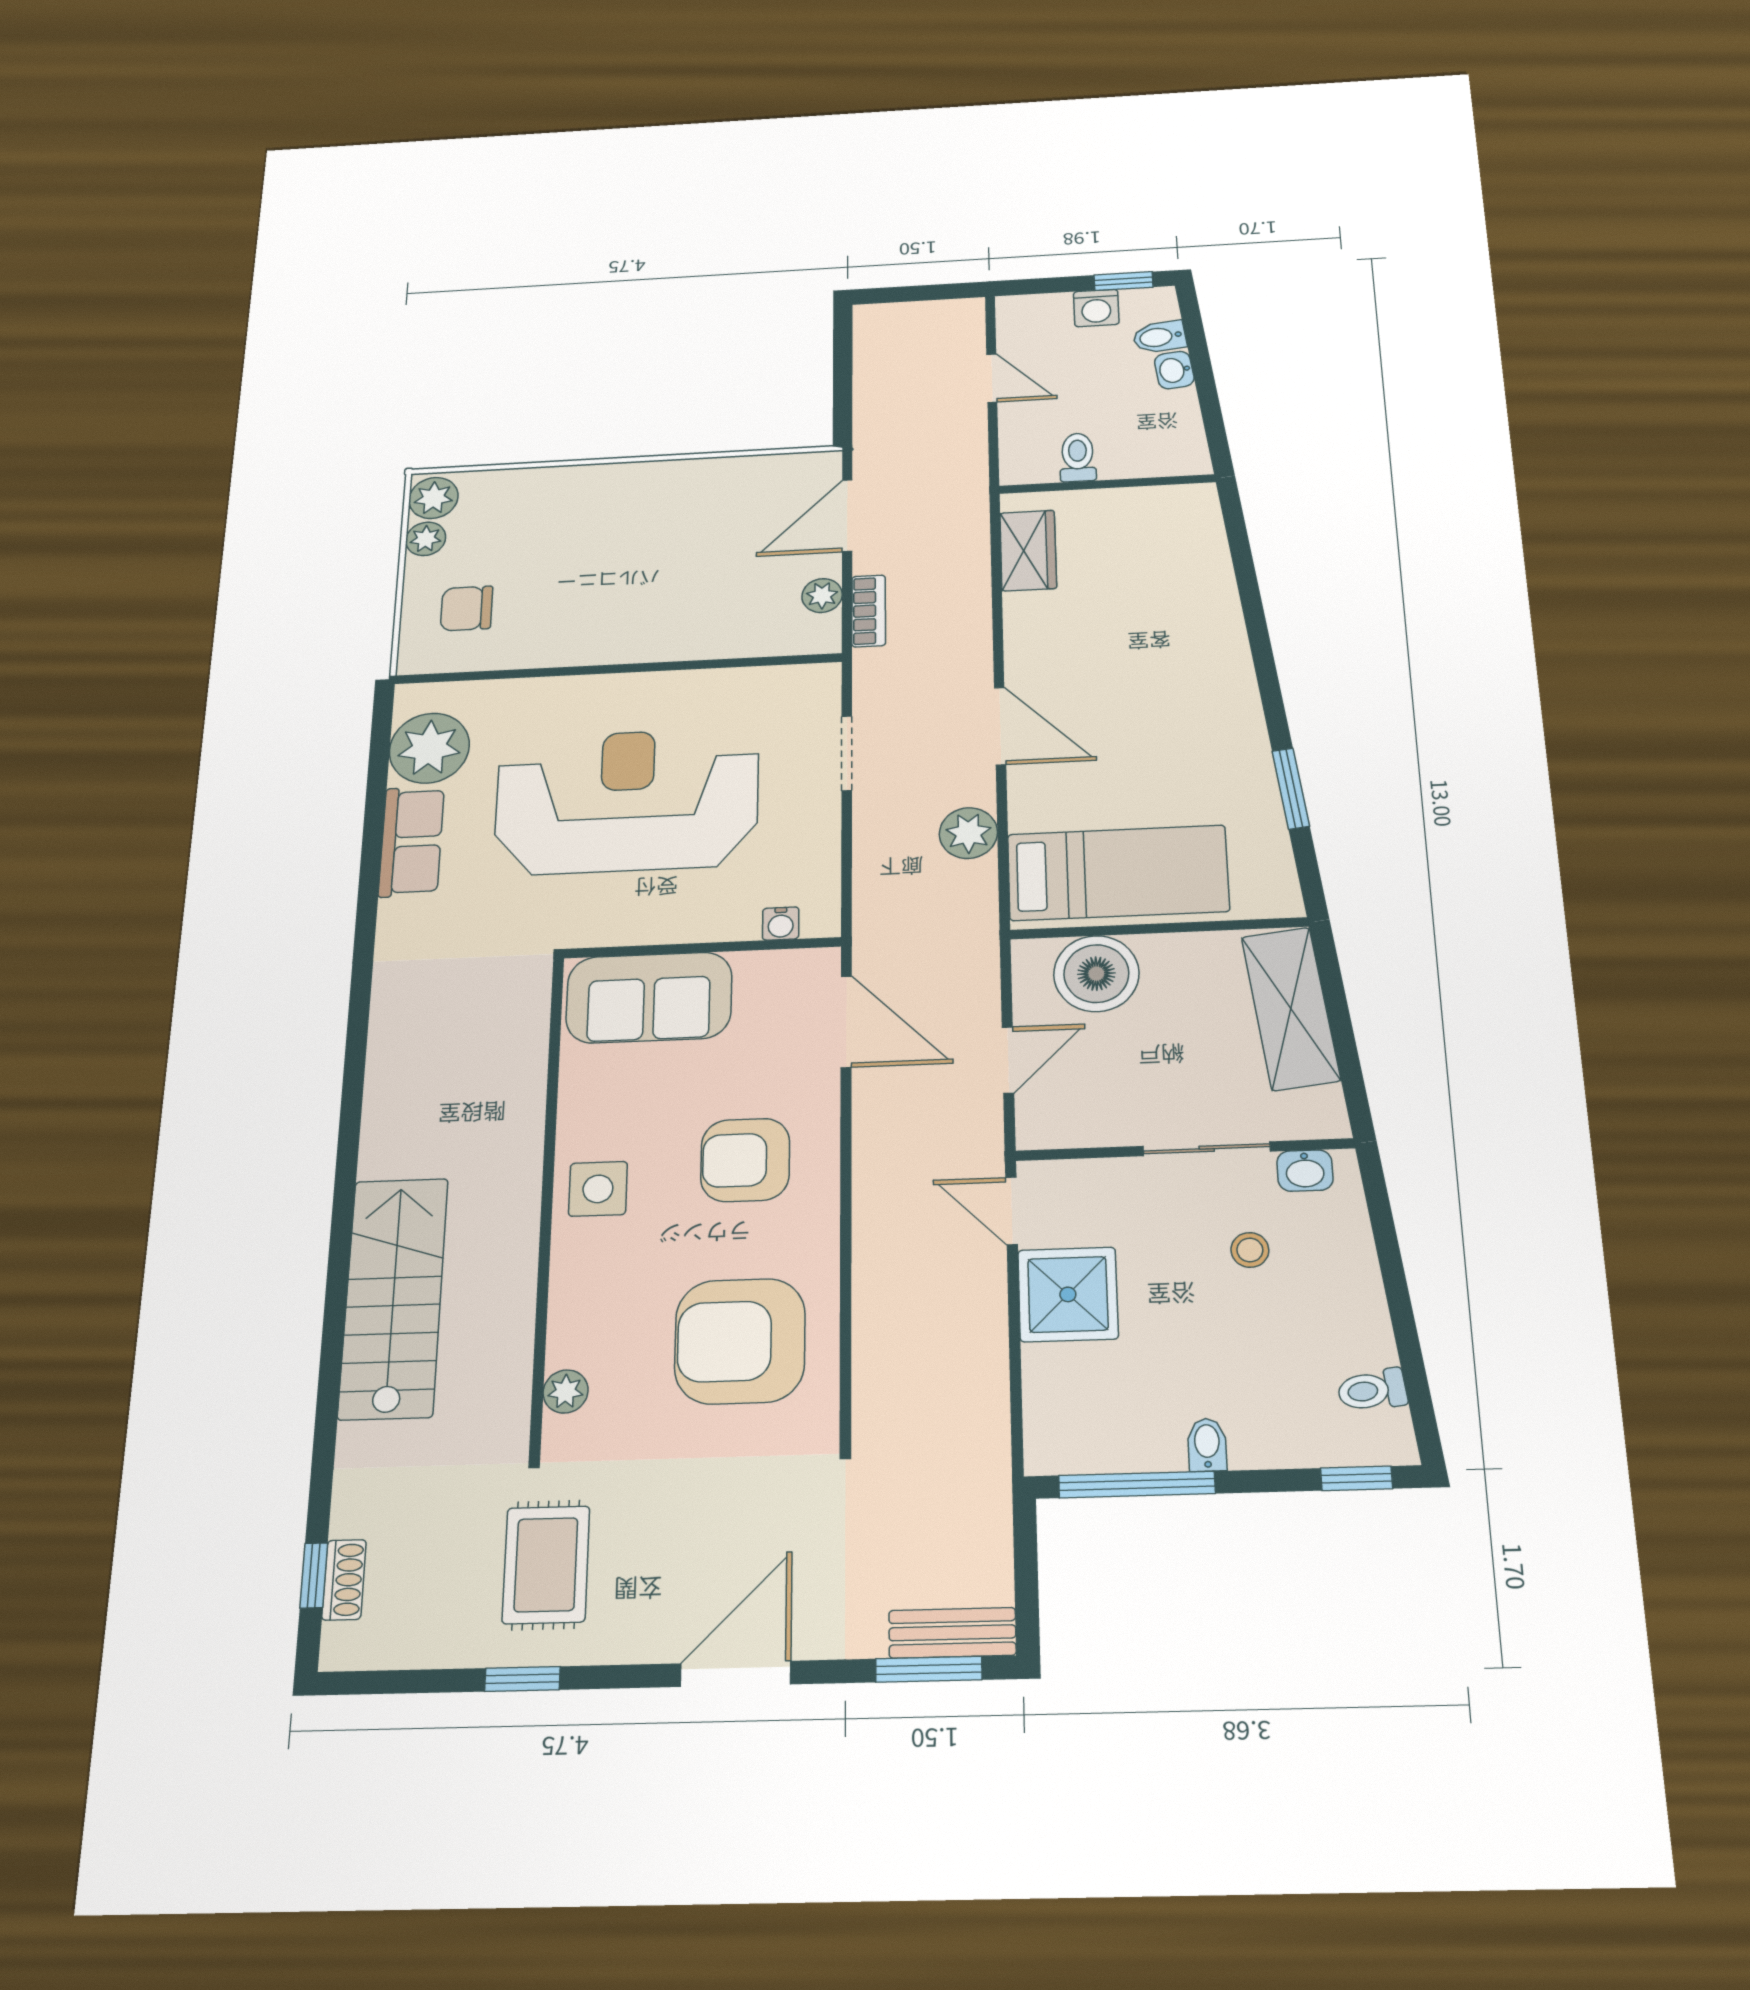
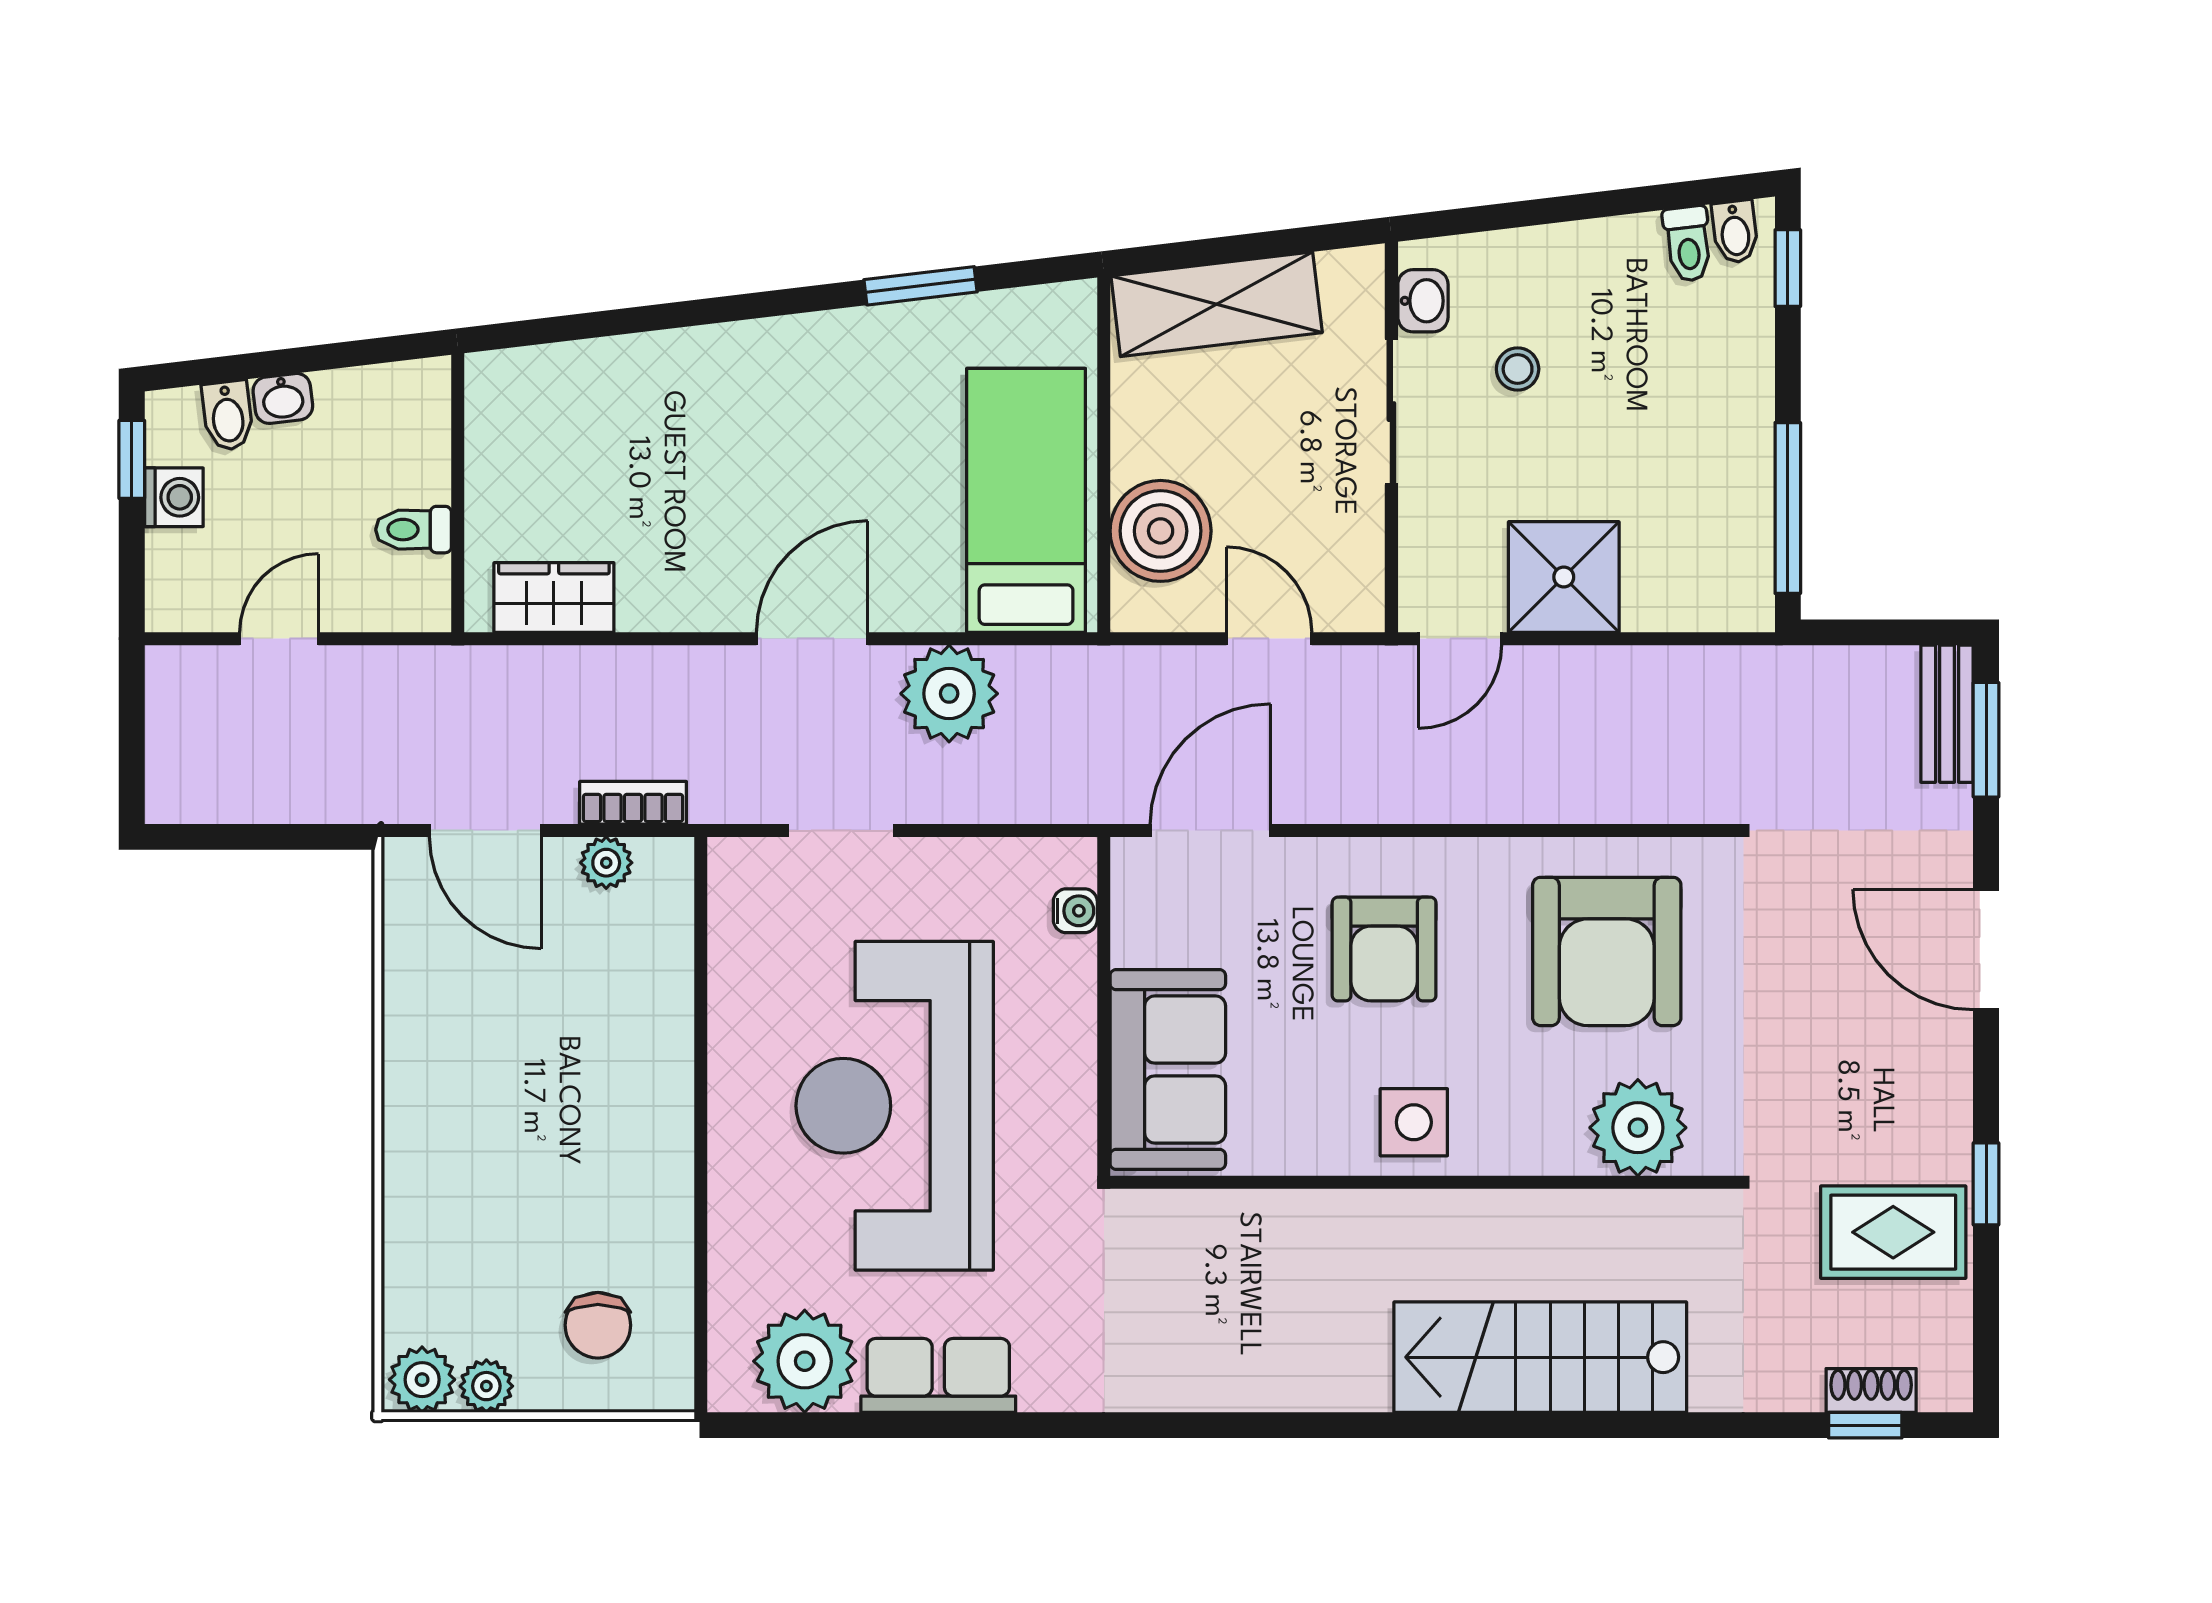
plant: (968, 833) -> (949, 694), width x1.36, depth x1.36
plant: (566, 1391) -> (1638, 1128), width x1.87, depth x1.87
bidet: (1207, 1445) -> (1735, 232), moved, turned -97
rug: (546, 1565) -> (1893, 1232), moved

